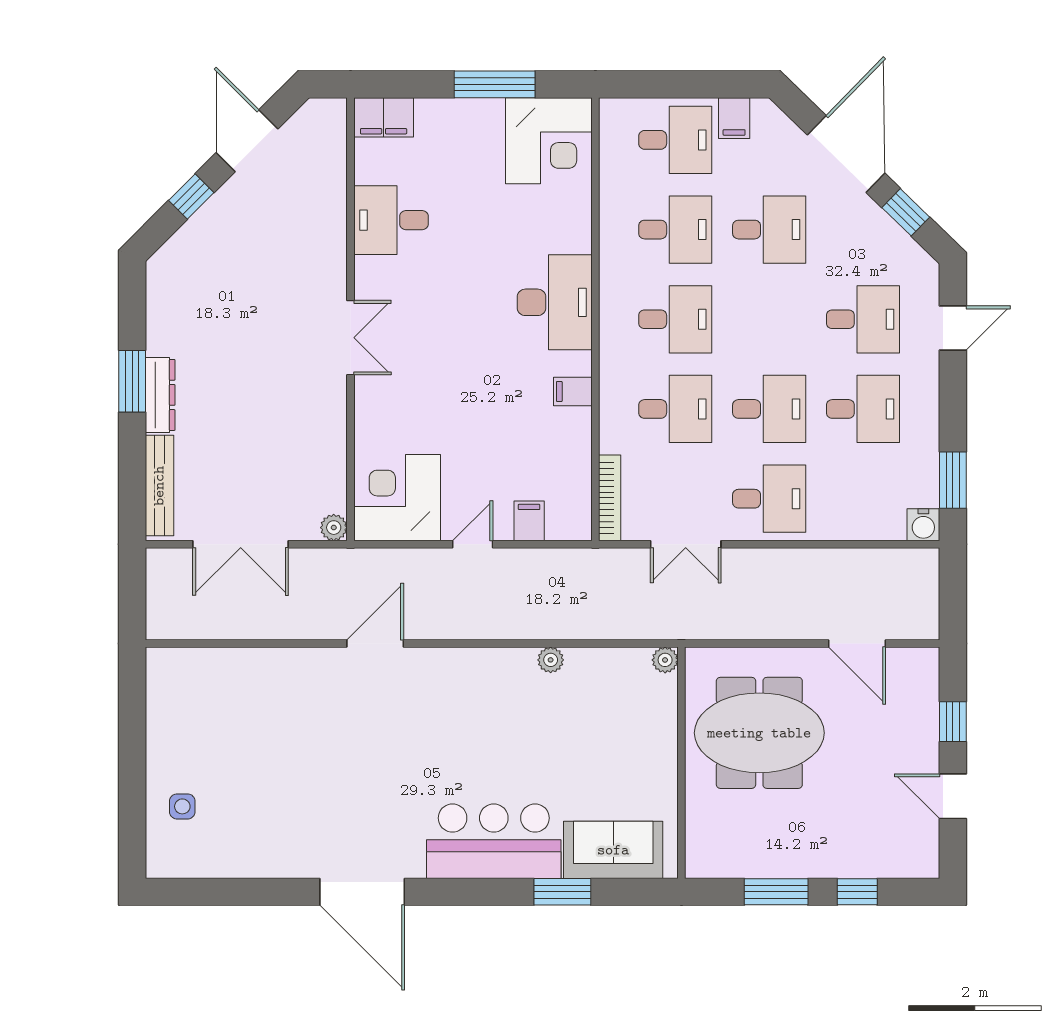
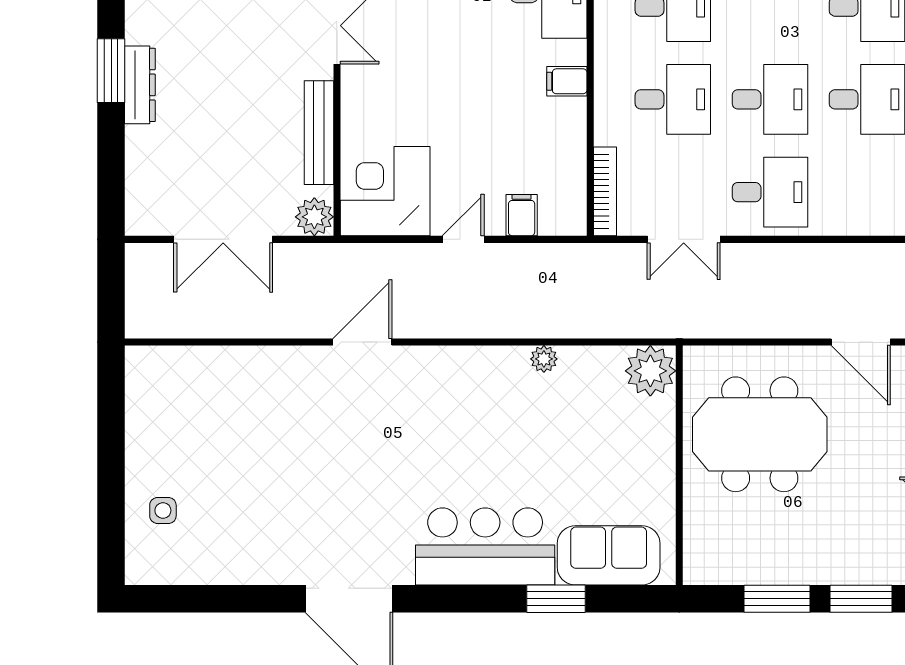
bench: (159, 486) -> (319, 133), moved
plant: (334, 528) -> (314, 217), width x1.38, depth x1.38
plant: (665, 660) -> (650, 371), width x1.88, depth x1.88
window: (857, 892) -> (861, 599), width x1.50

